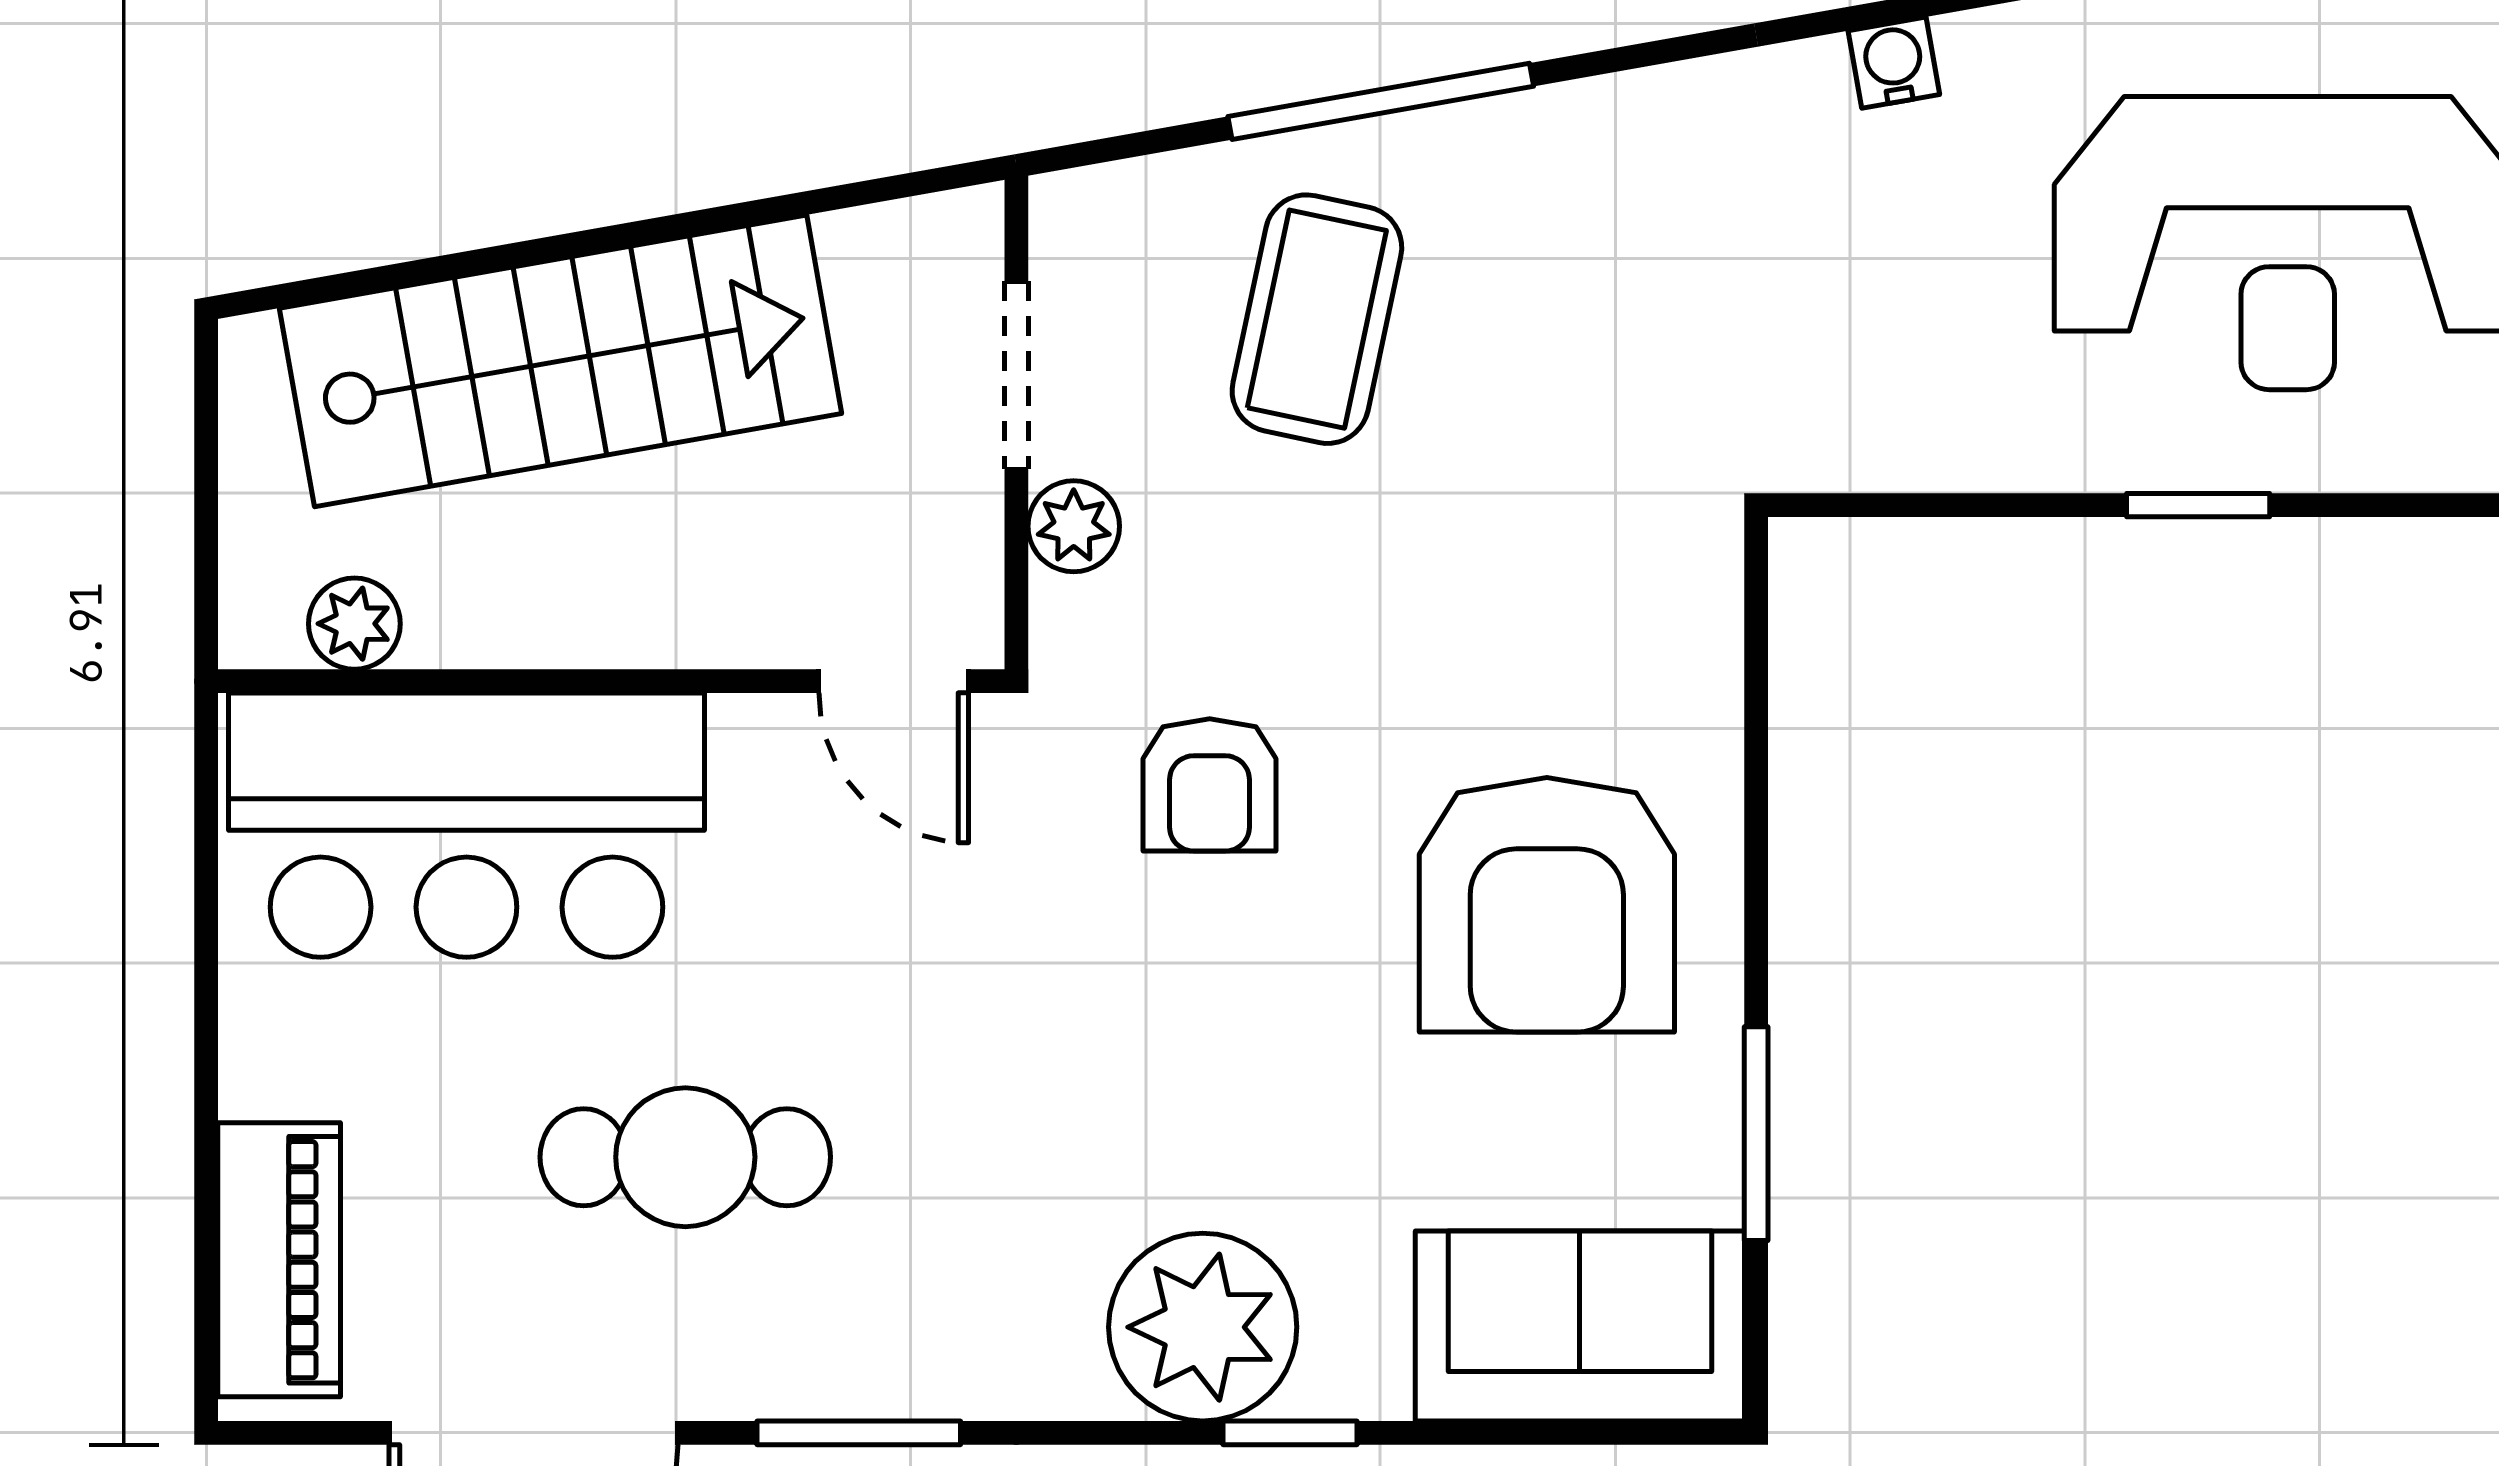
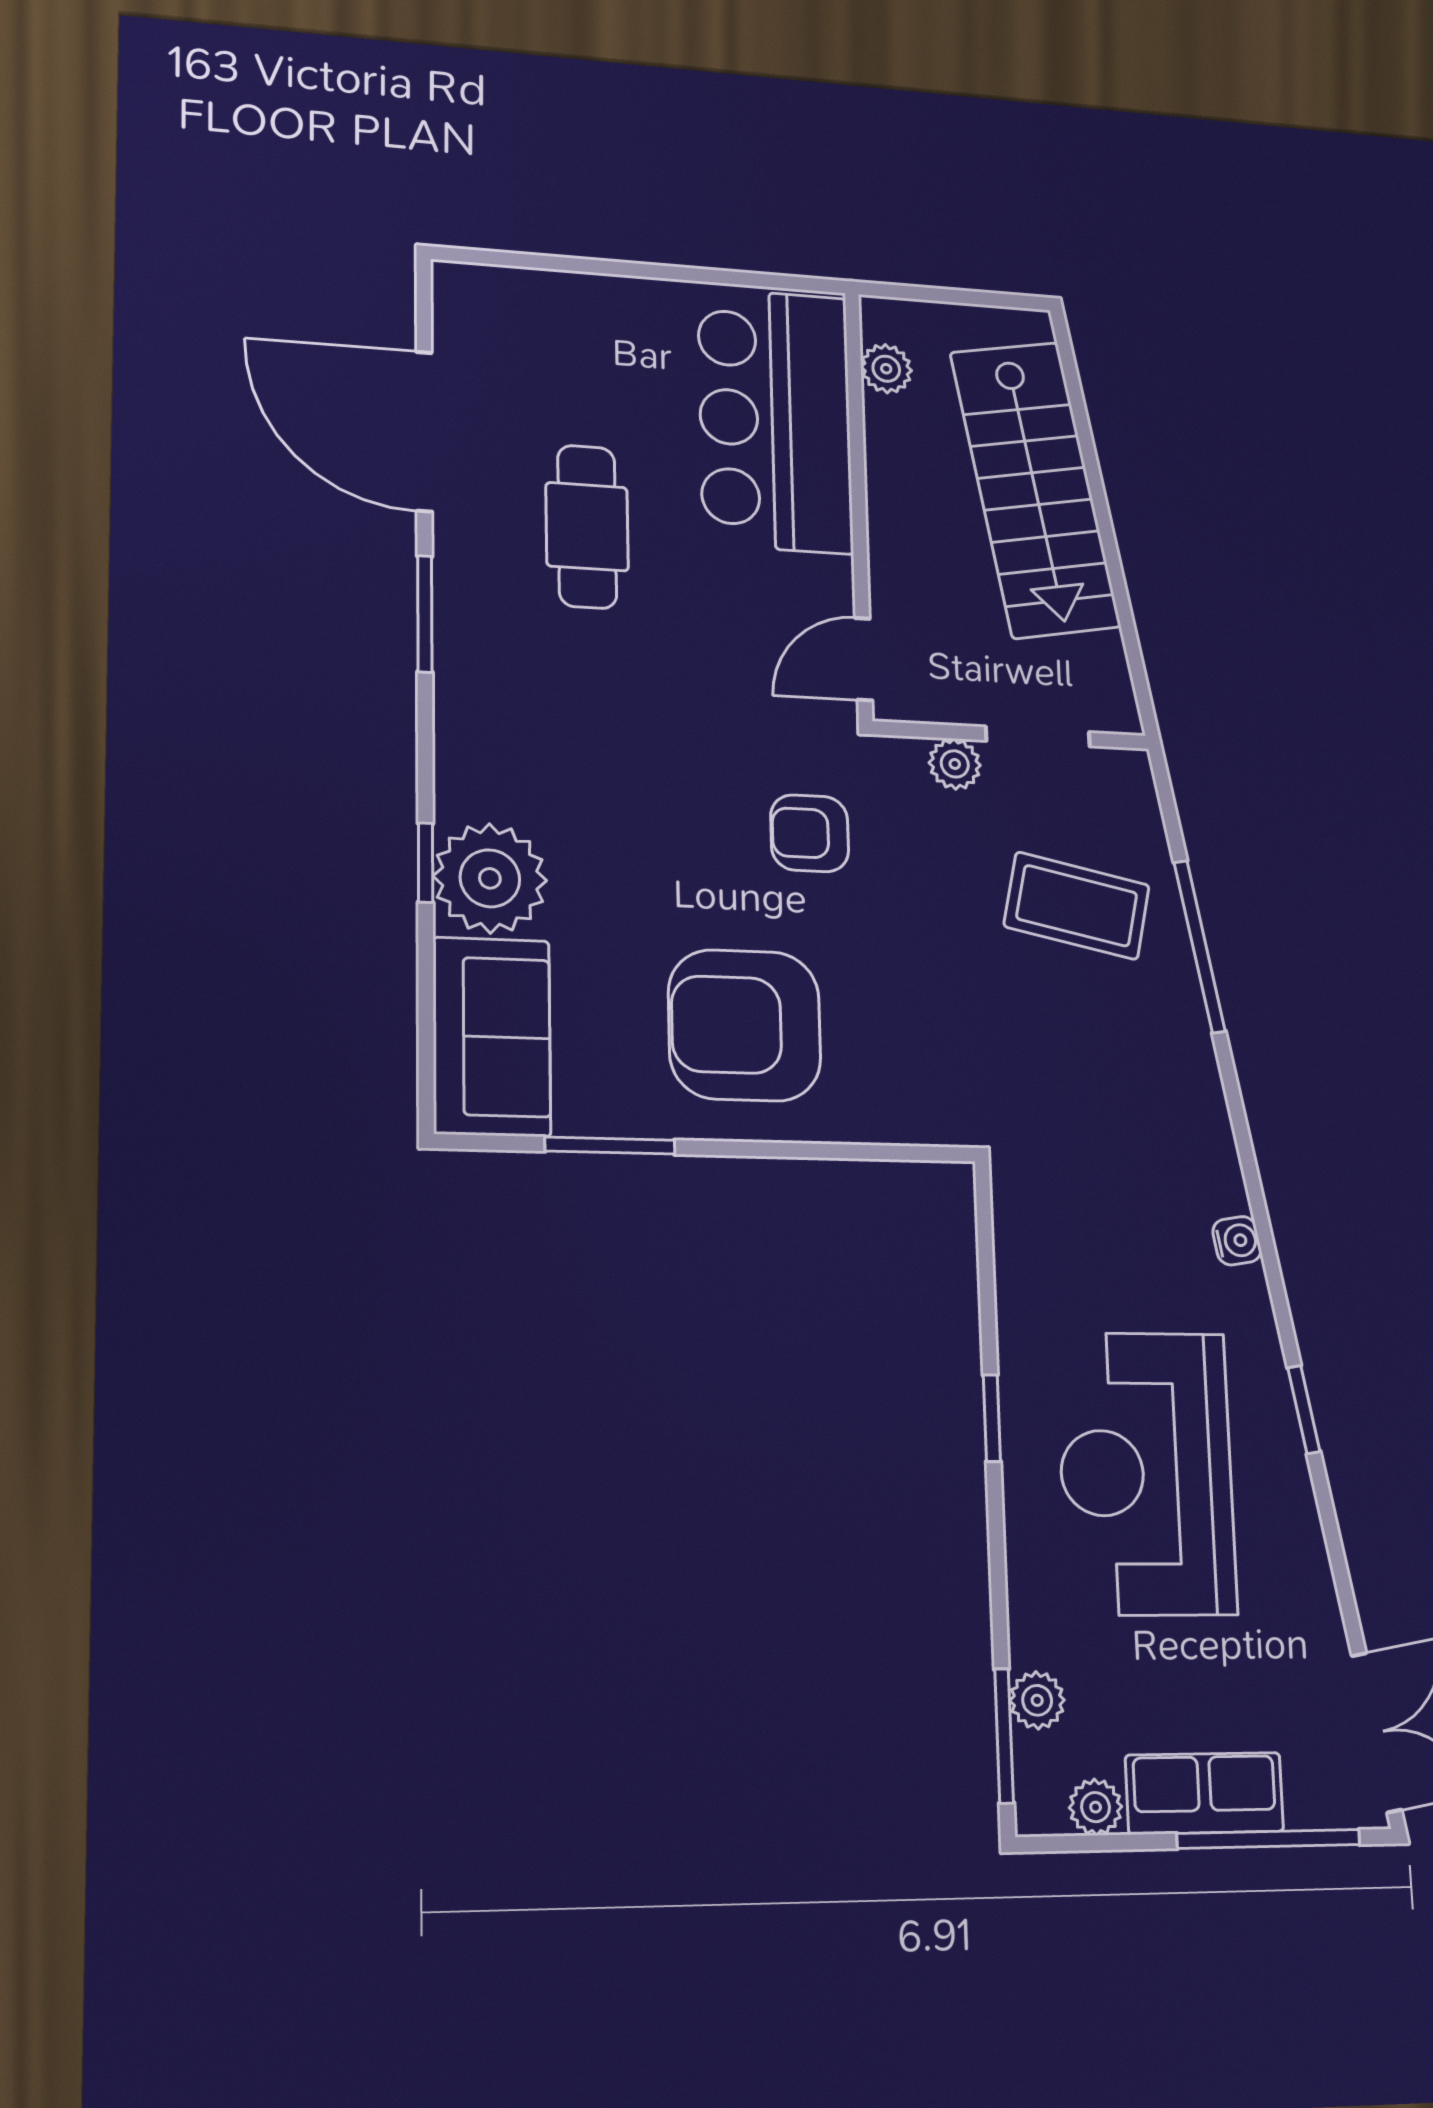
piano: (279, 1260) -> (525, 300), removed
plant: (1203, 1327) -> (490, 878), moved

